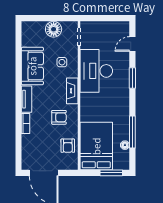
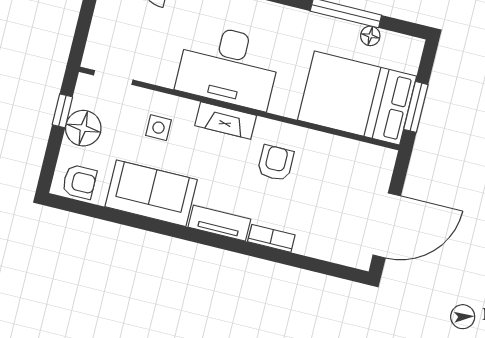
window: (59, 18) -> (62, 111), added
desk: (96, 71) -> (229, 66), moved
armchair: (68, 146) -> (79, 182), moved
window: (111, 173) -> (416, 107), moved

